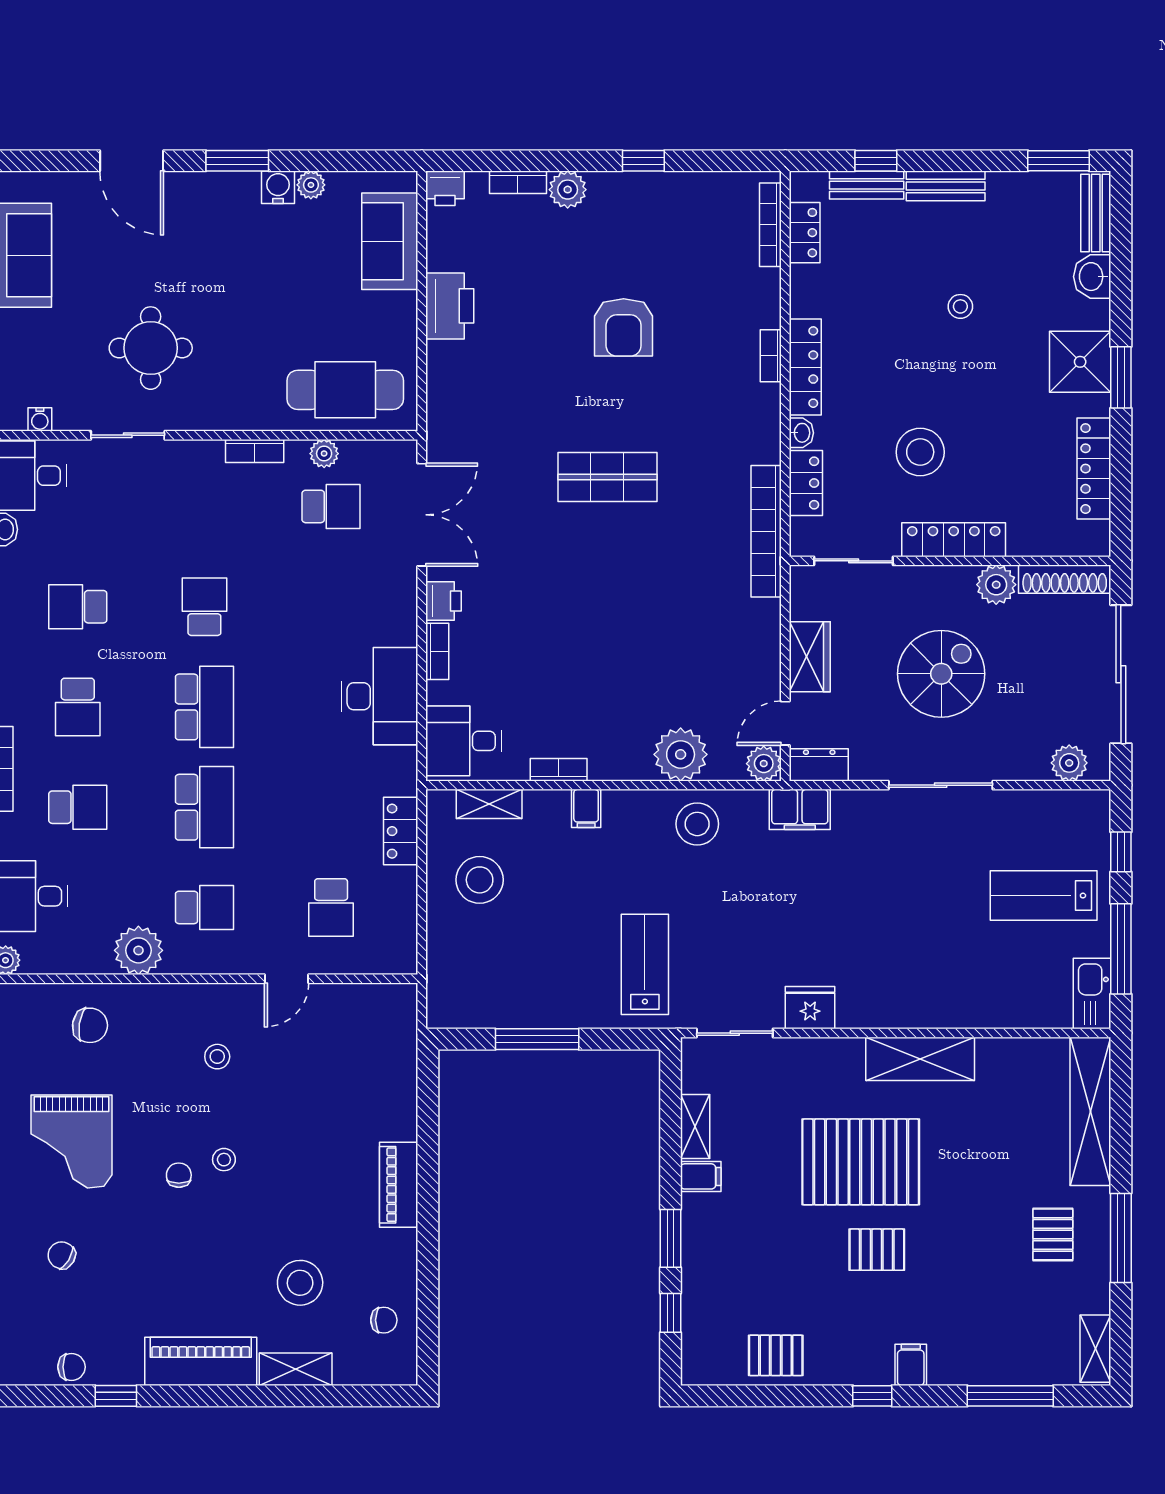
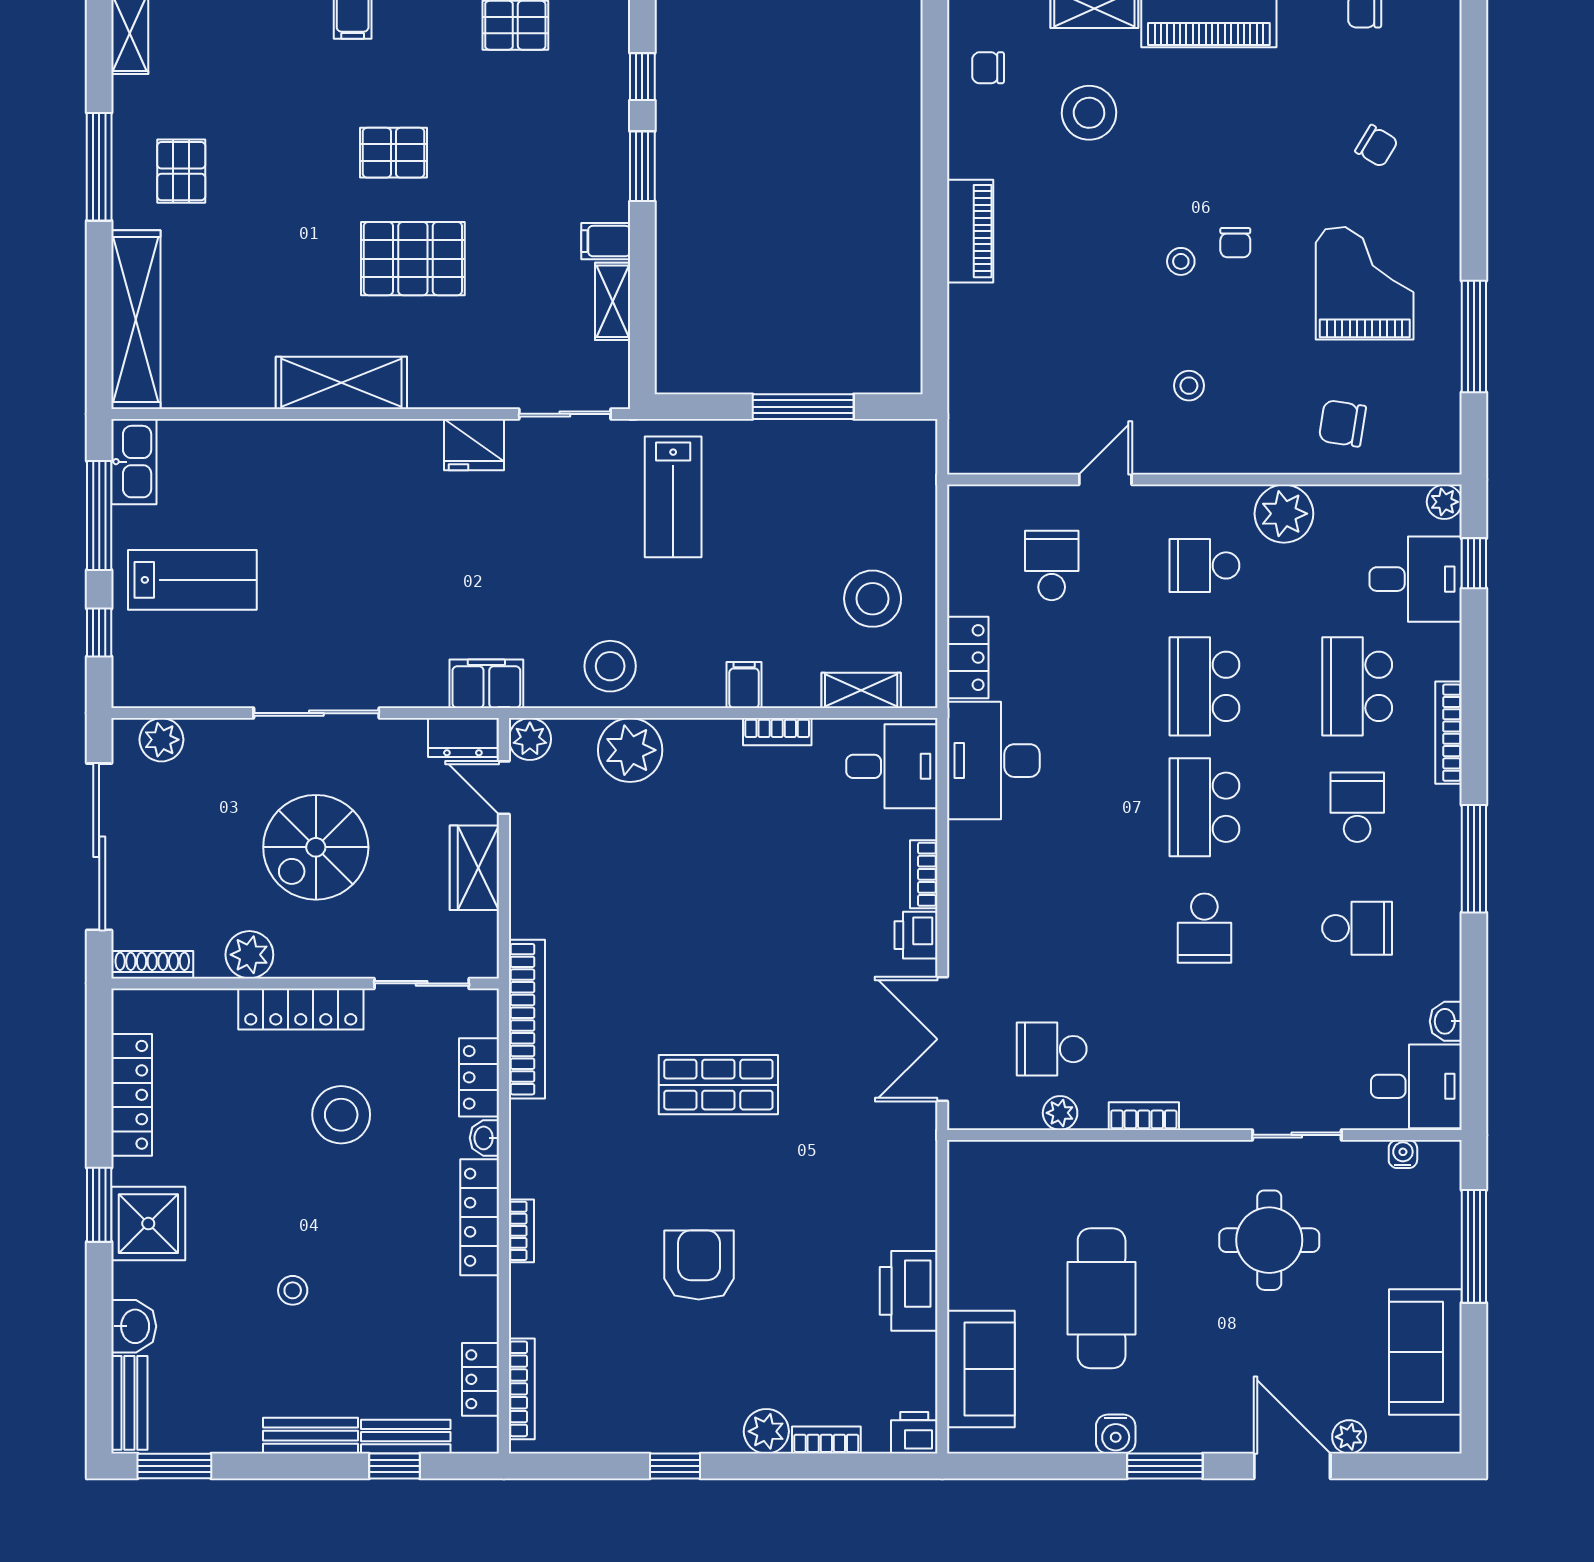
plant: (311, 185) -> (1349, 1437), moved
cafe table: (345, 390) -> (1102, 1298), moved, turned 90
shoe rack: (1065, 579) -> (152, 965), width x0.74, depth x0.81
desk: (379, 696) -> (993, 761), moved
door: (785, 723) -> (504, 788), swing flipped
school desk: (78, 807) -> (1357, 686), width x1.85
pallet: (861, 1162) -> (413, 259), width x0.73, depth x0.71

